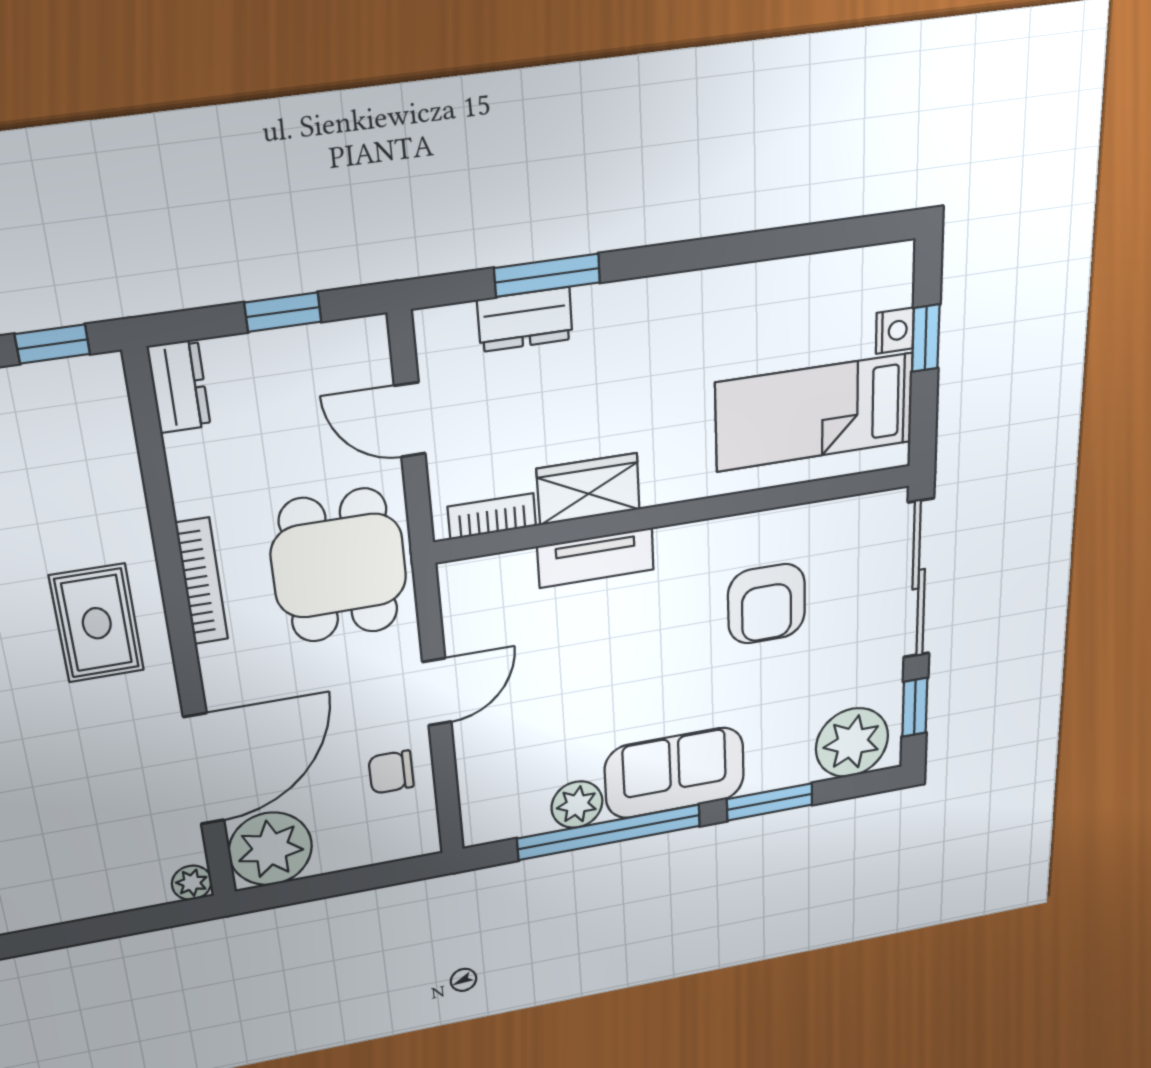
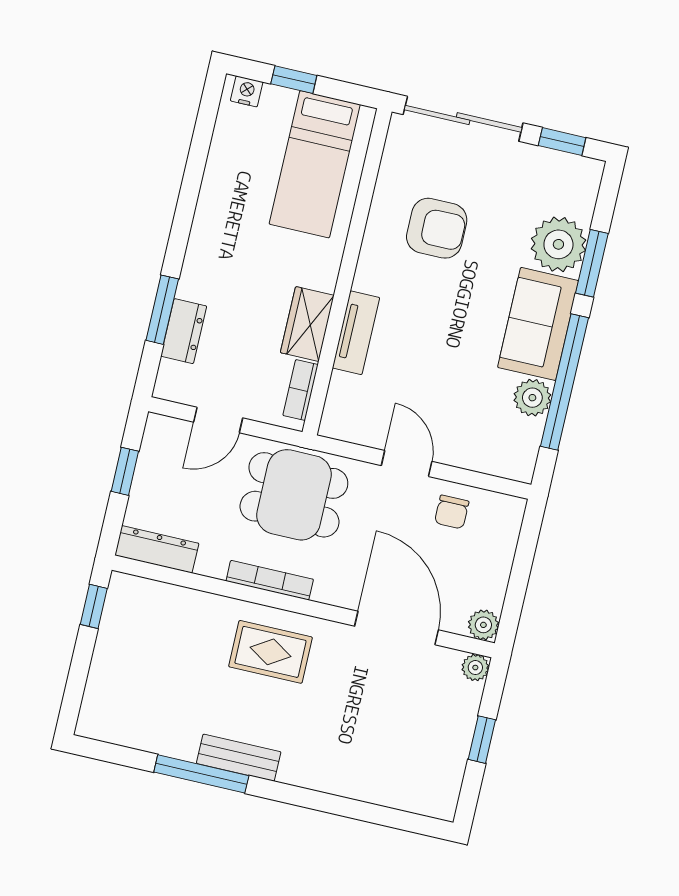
nightstand: (895, 331) -> (247, 91), moved
dresser: (179, 386) -> (157, 549), width x1.44
plant: (852, 743) -> (558, 244), moved
plant: (270, 849) -> (483, 625), width x0.53, depth x0.53
window: (97, 929) -> (482, 740), added

